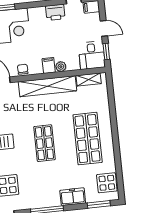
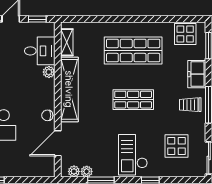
desk: (92, 55) -> (40, 51), moved
filing cabinet: (49, 65) -> (46, 86), removed
trolley: (45, 194) -> (190, 105), added

